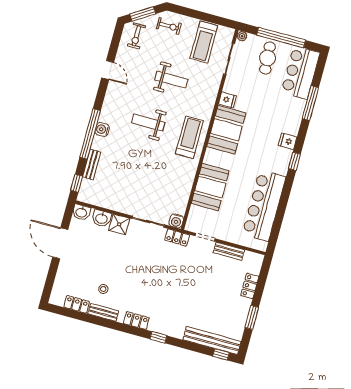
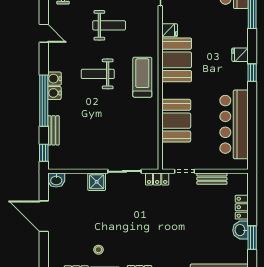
washbasin: (102, 218) -> (240, 230), moved, turned 90
water cooler: (176, 221) -> (54, 79), moved, turned 90

